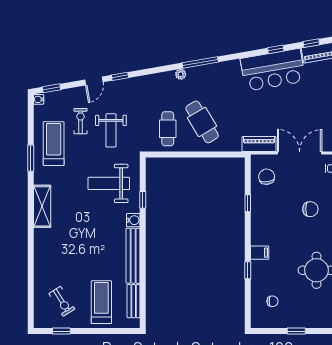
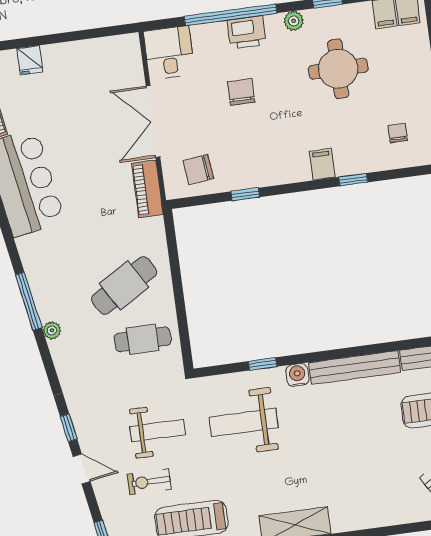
weight bench: (109, 183) -> (244, 422), turned 90

